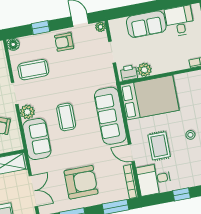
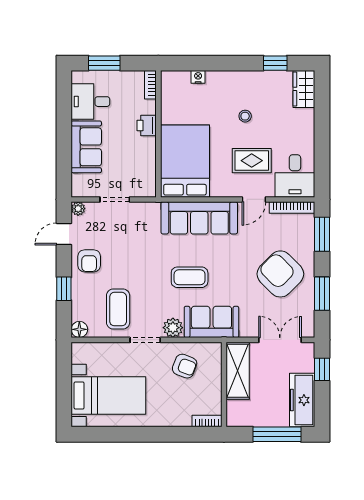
plant: (144, 70) -> (147, 161), removed
printer: (129, 73) -> (147, 125), moved
armchair: (81, 182) -> (280, 274), turned -45
window: (181, 194) -> (322, 143), removed

